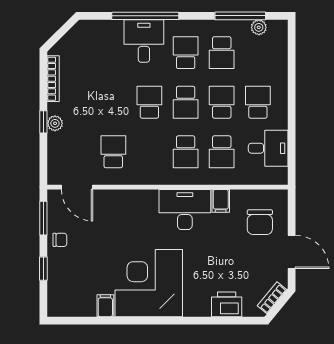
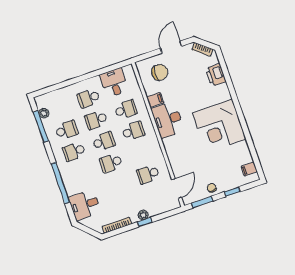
desk: (144, 41) -> (85, 205), moved
filing cabinet: (105, 306) -> (249, 169), moved

